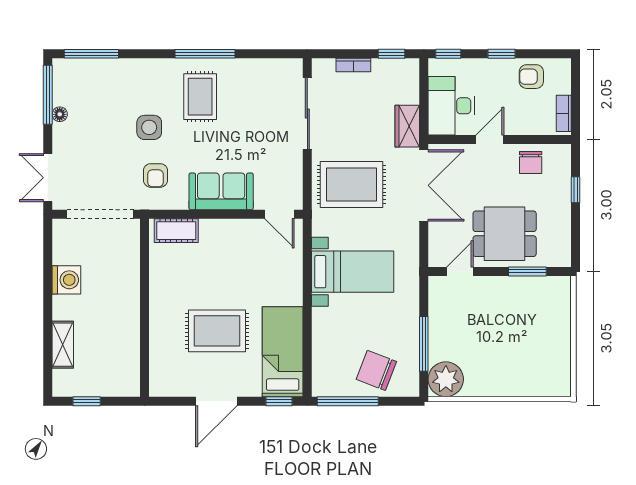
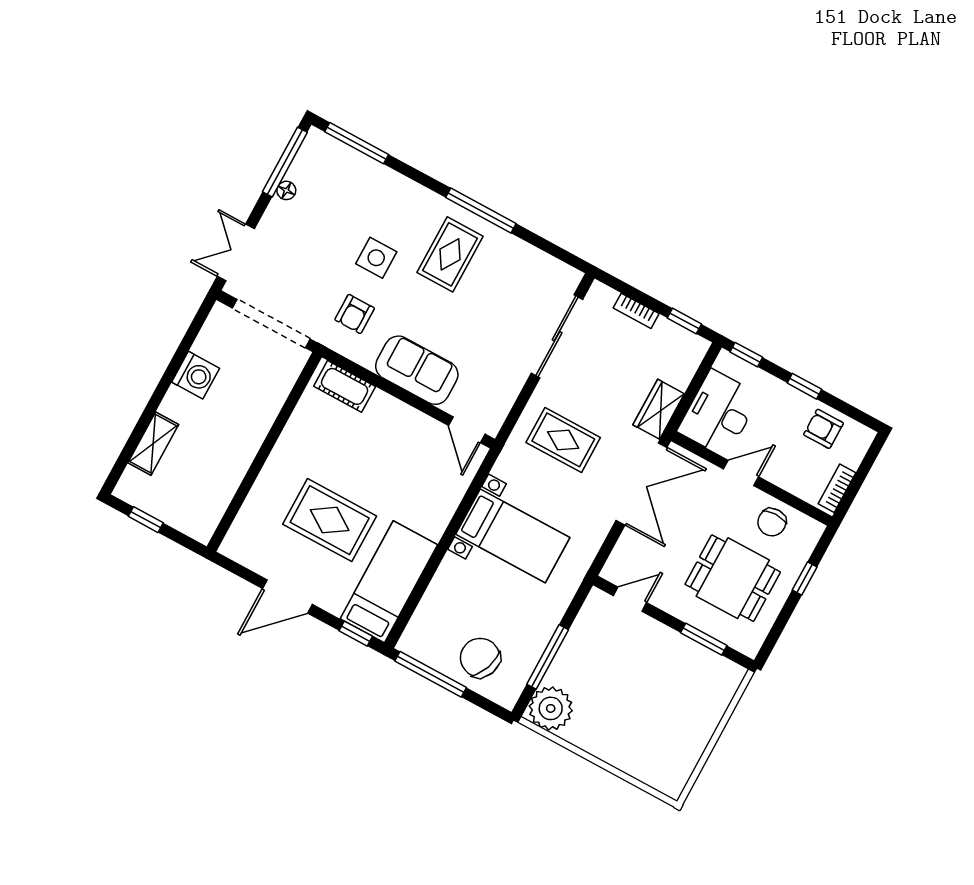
rug: (351, 184) -> (563, 440), width x0.73, depth x0.70
dining table: (505, 234) -> (733, 578), moved

